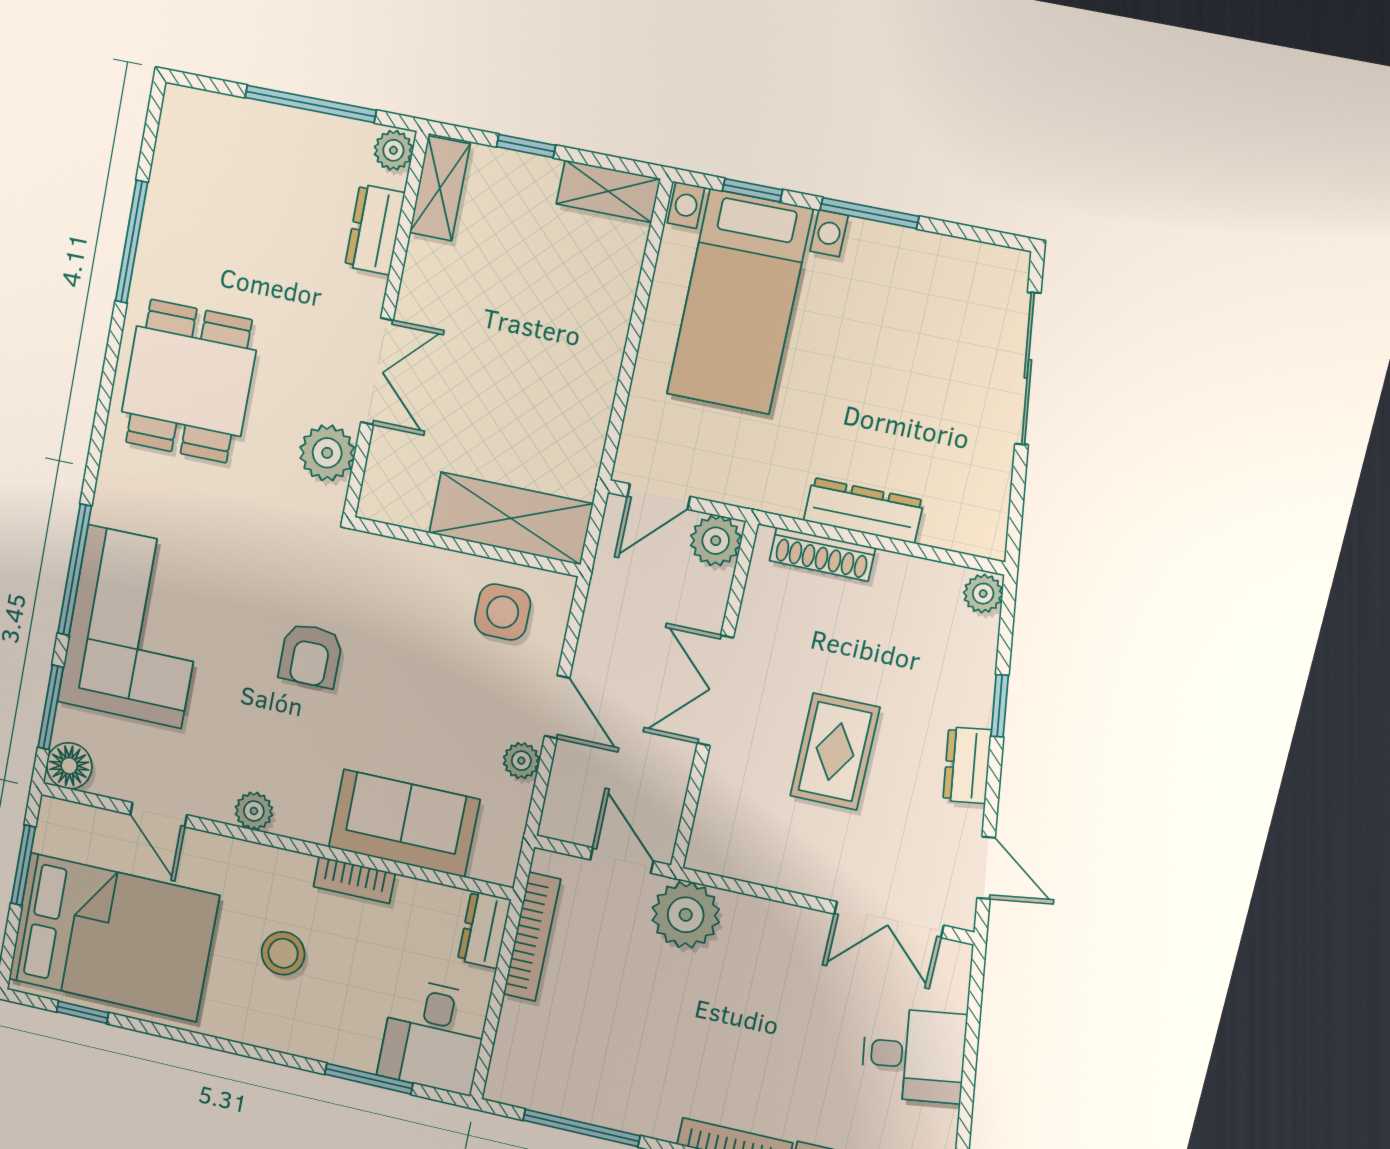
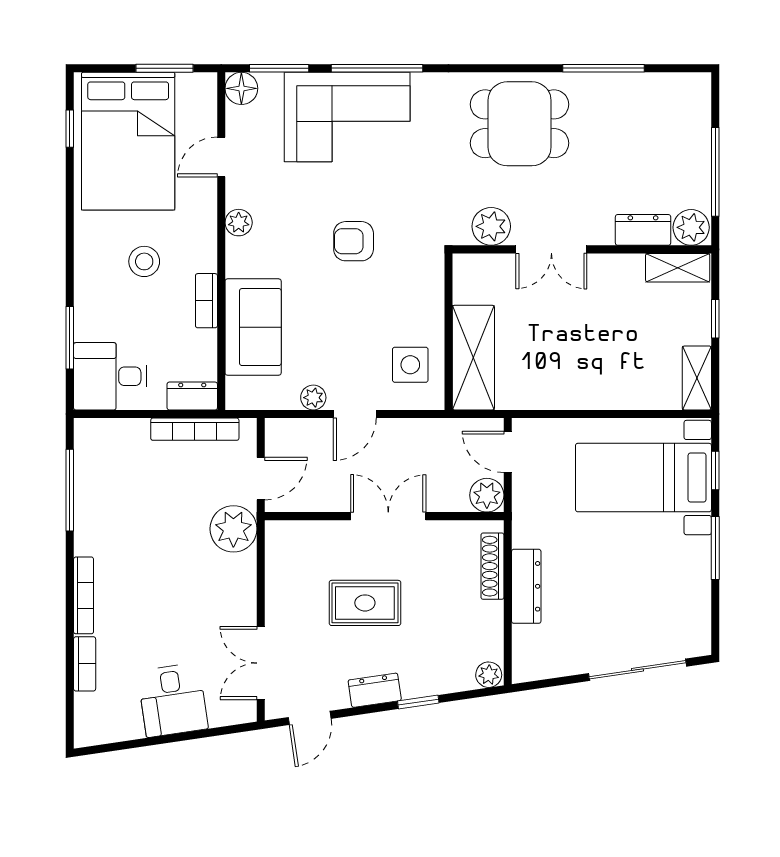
plant: (393, 150) -> (691, 227), width x1.38, depth x1.38

